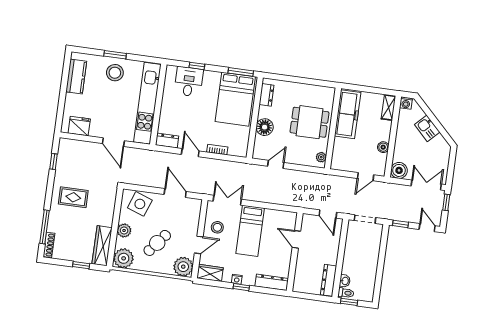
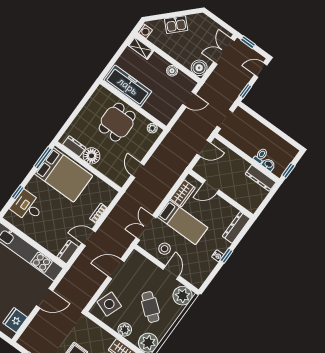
floor lamp: (265, 127) -> (91, 156), moved
door: (366, 177) -> (189, 99), hinge flipped
wardrobe: (210, 273) -> (183, 193), moved, turned 180
toilet: (346, 293) -> (261, 156), moved

